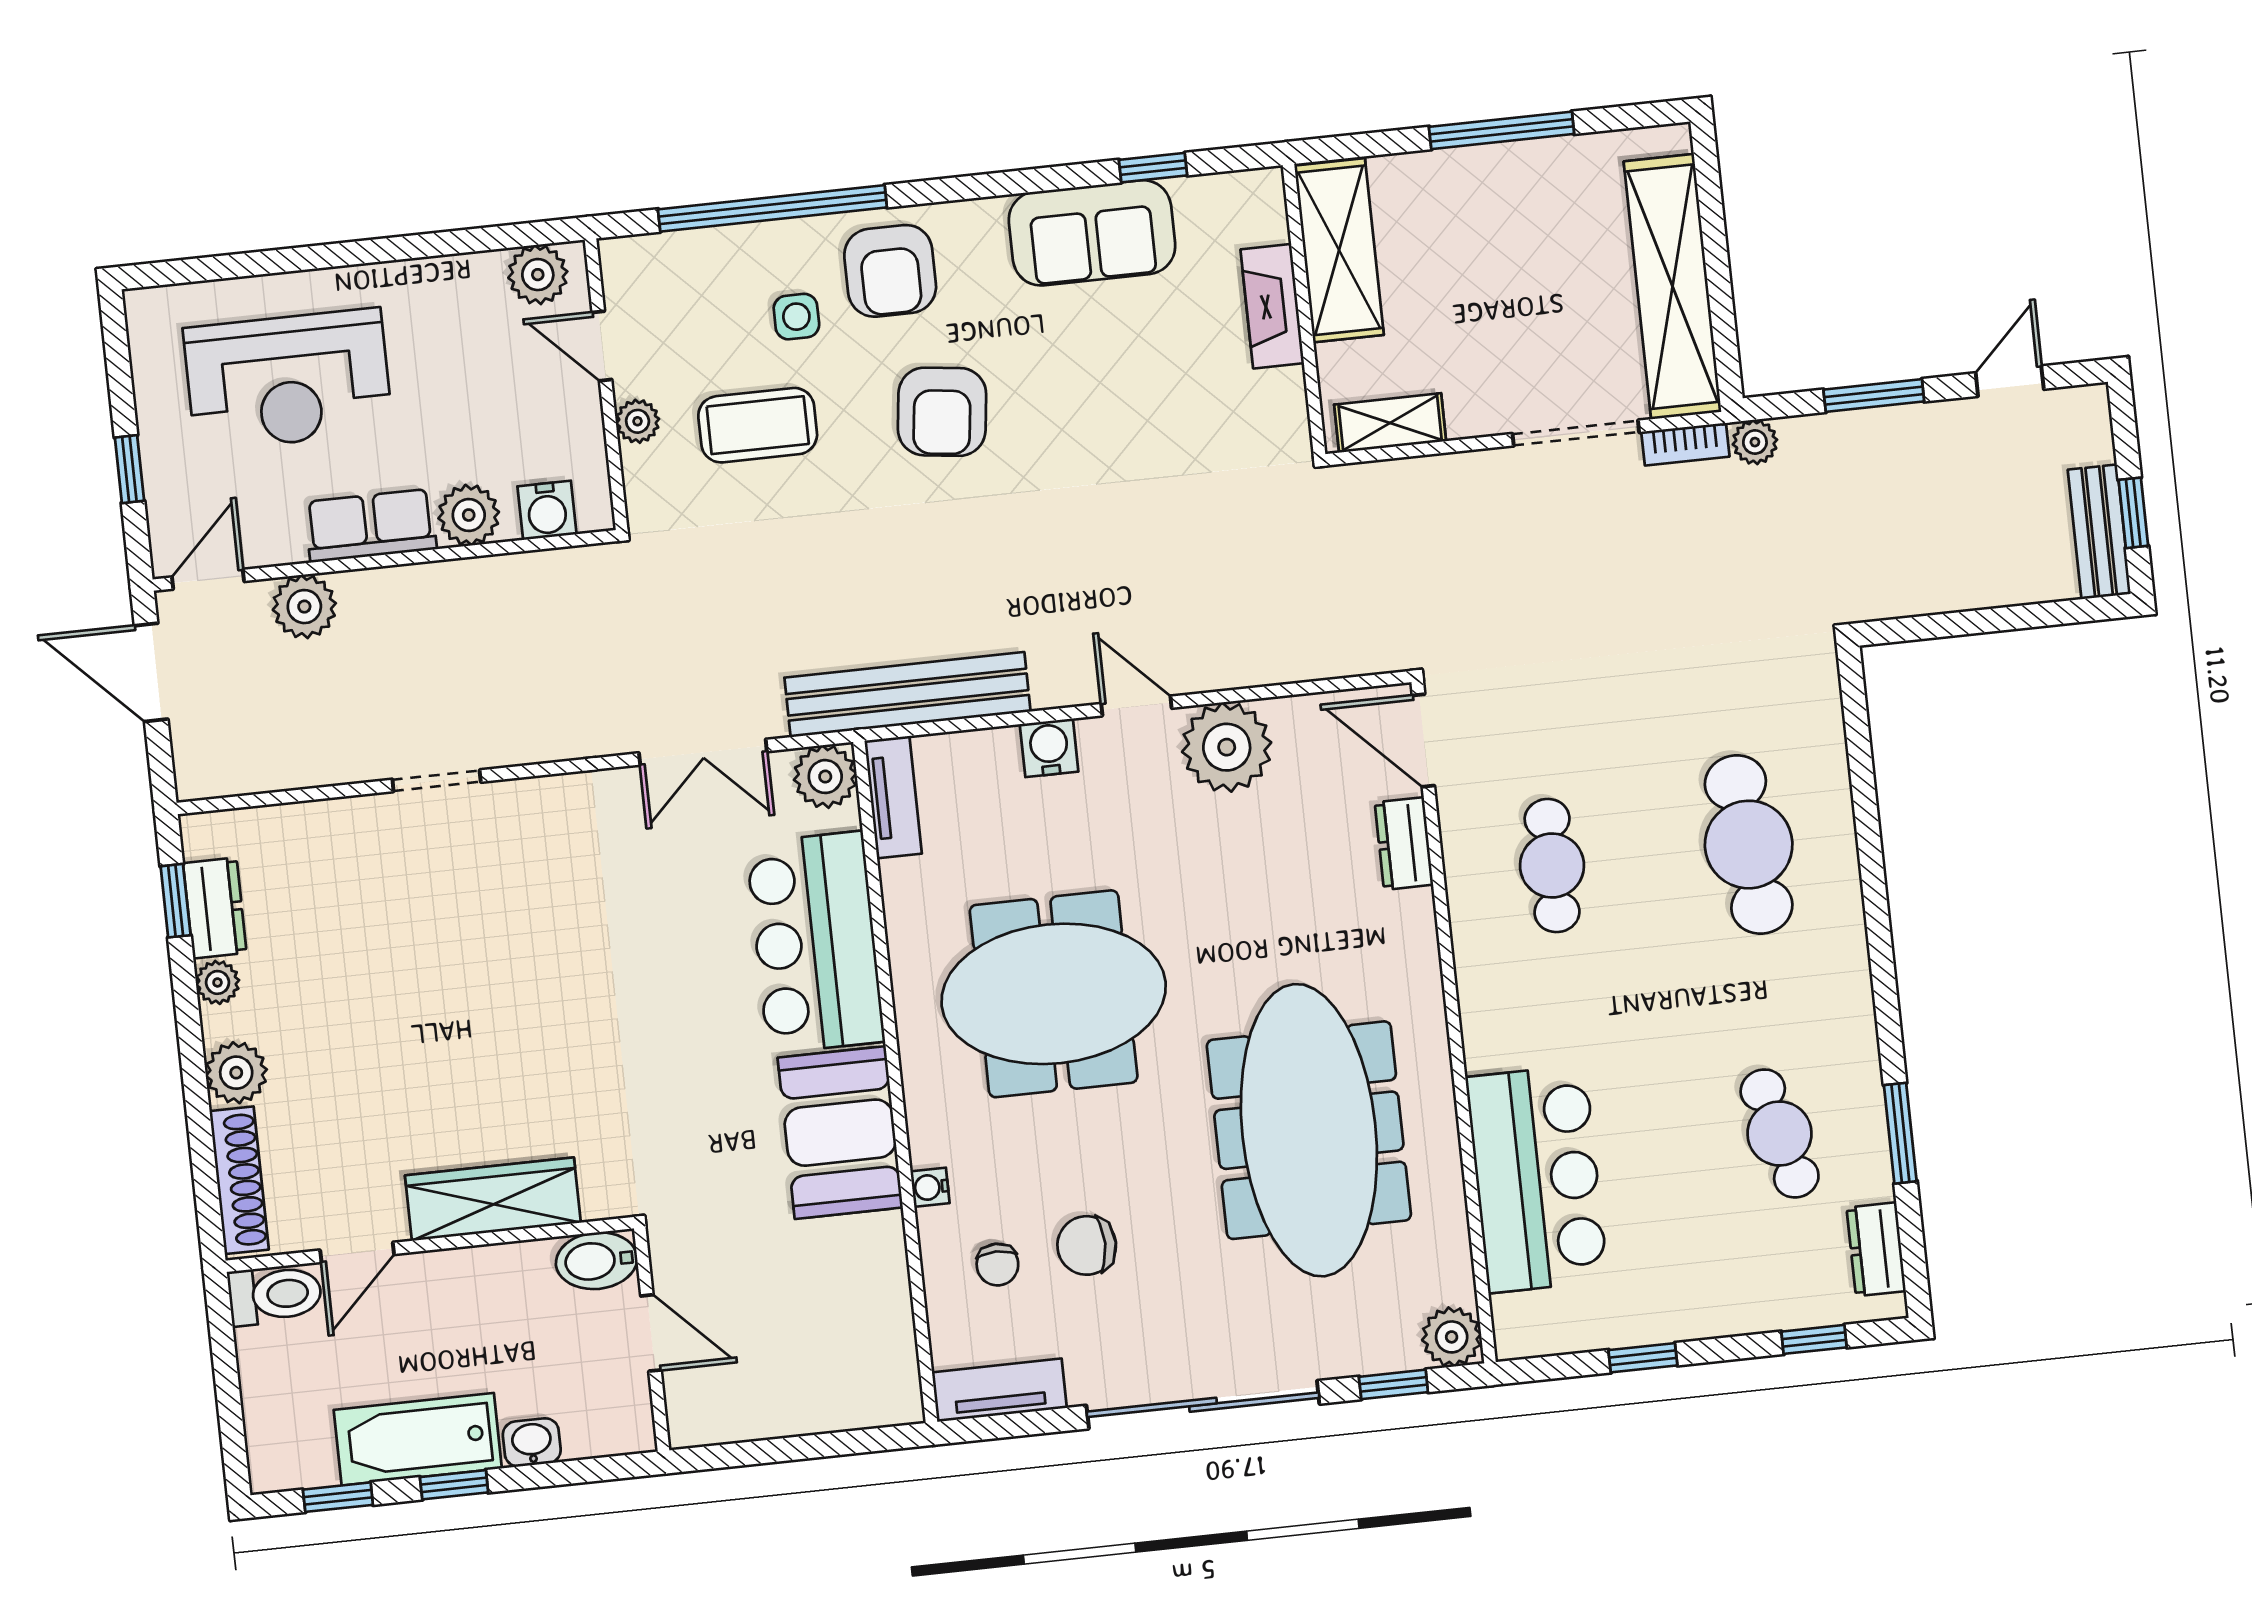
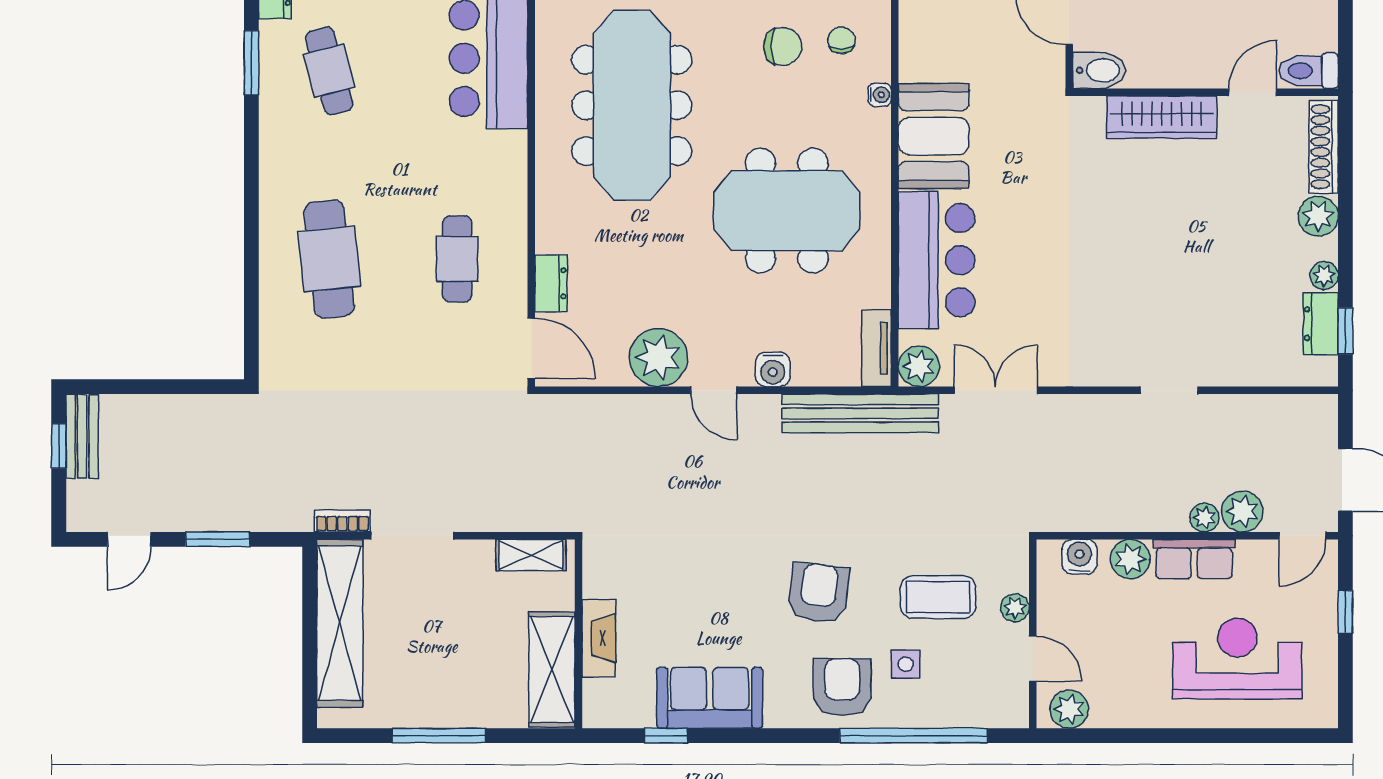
plant: (1755, 442) -> (1204, 518), moved

